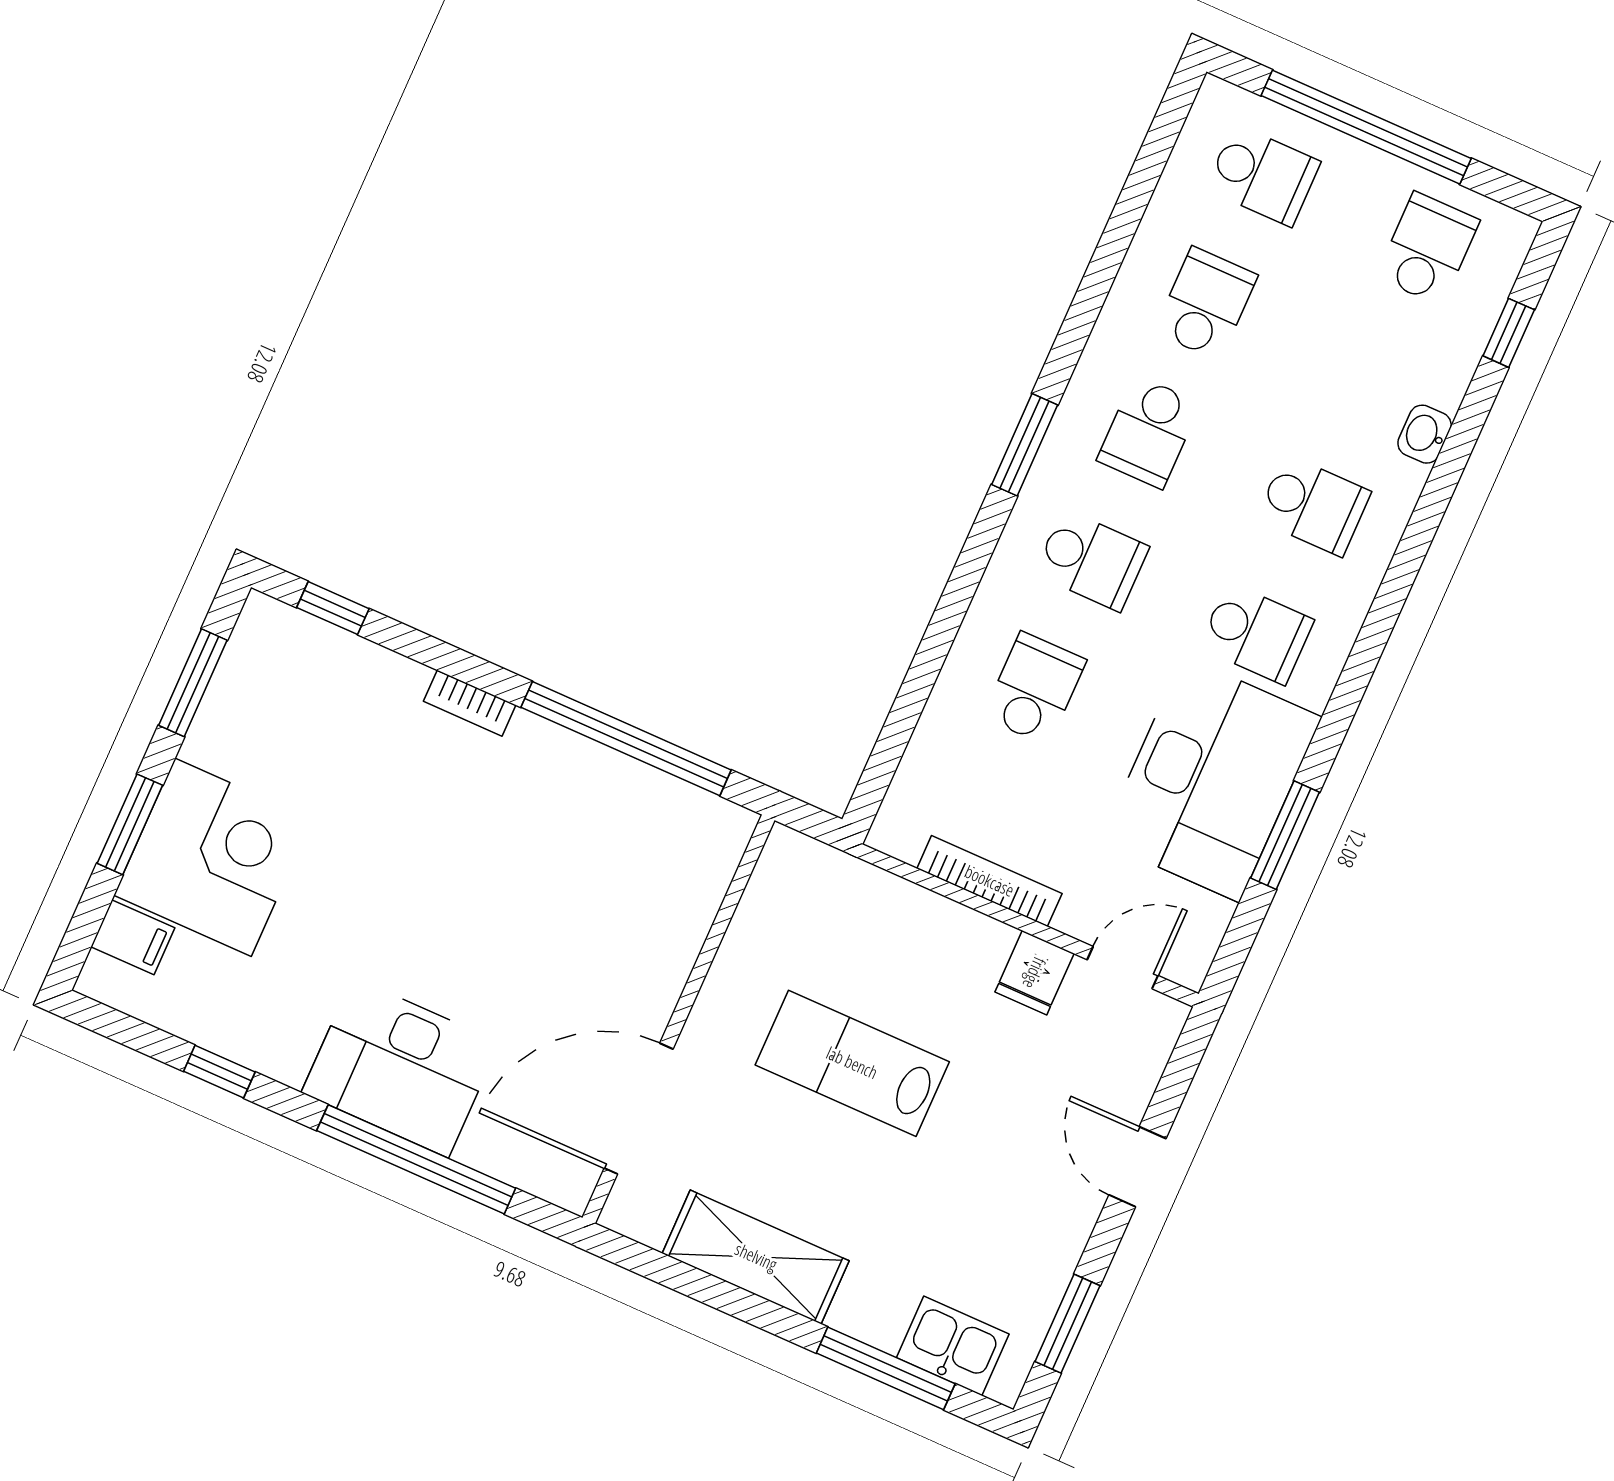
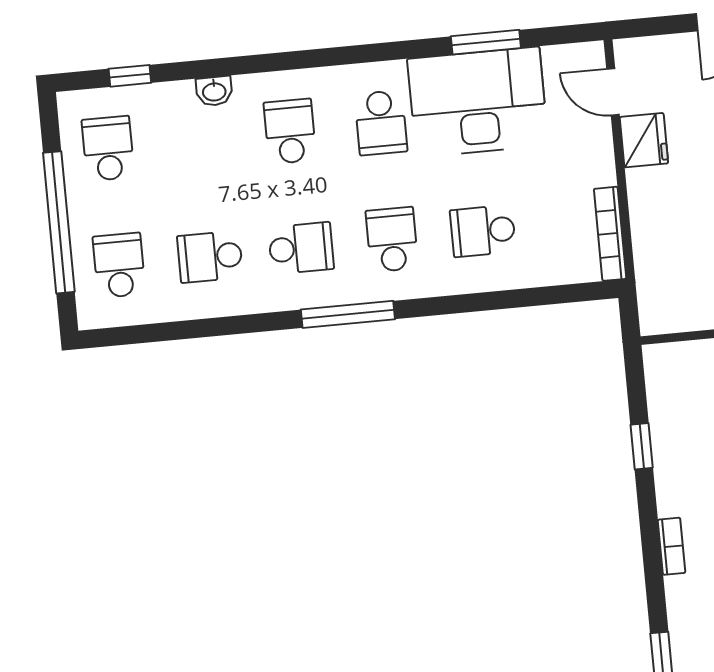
school desk: (1428, 249) -> (108, 149), turned 90
window: (1025, 445) -> (348, 314), width x1.44
school desk: (1256, 634) -> (381, 123), turned 180
window: (626, 739) -> (642, 446), width x0.32
bookcase: (989, 881) -> (610, 234), moved
fridge: (1034, 973) -> (644, 140), width x1.38

